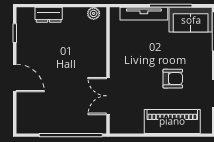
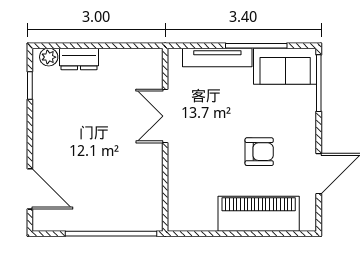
plant: (94, 13) -> (49, 57), moved
door: (15, 78) -> (30, 189), moved
double door: (108, 96) -> (165, 116), moved

